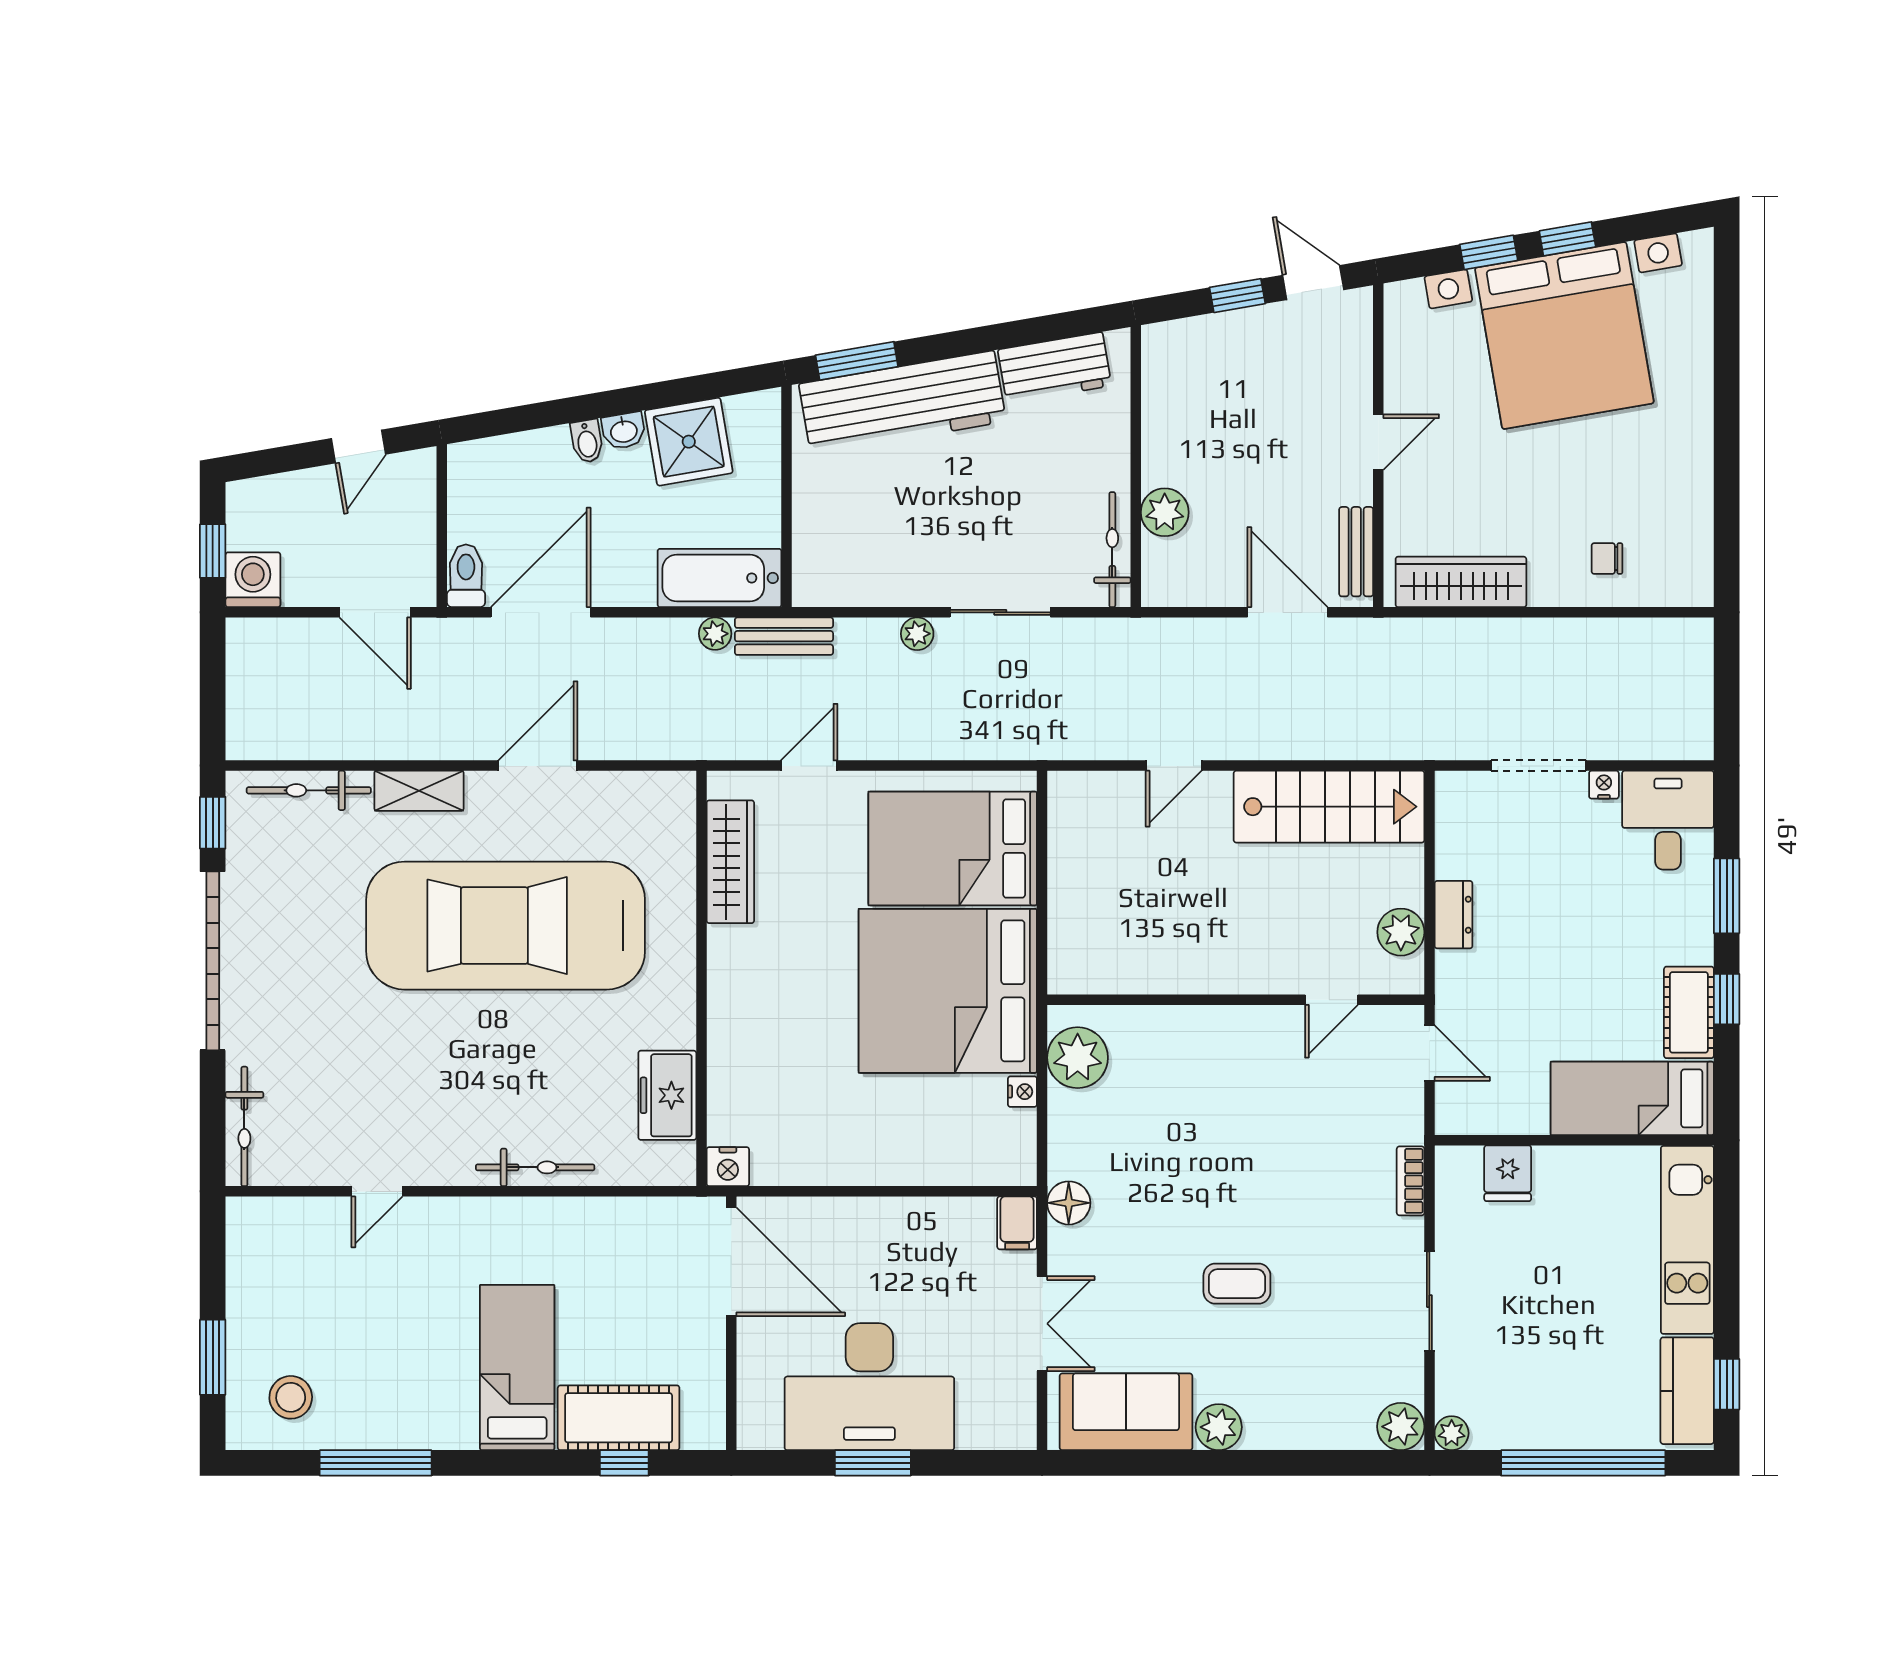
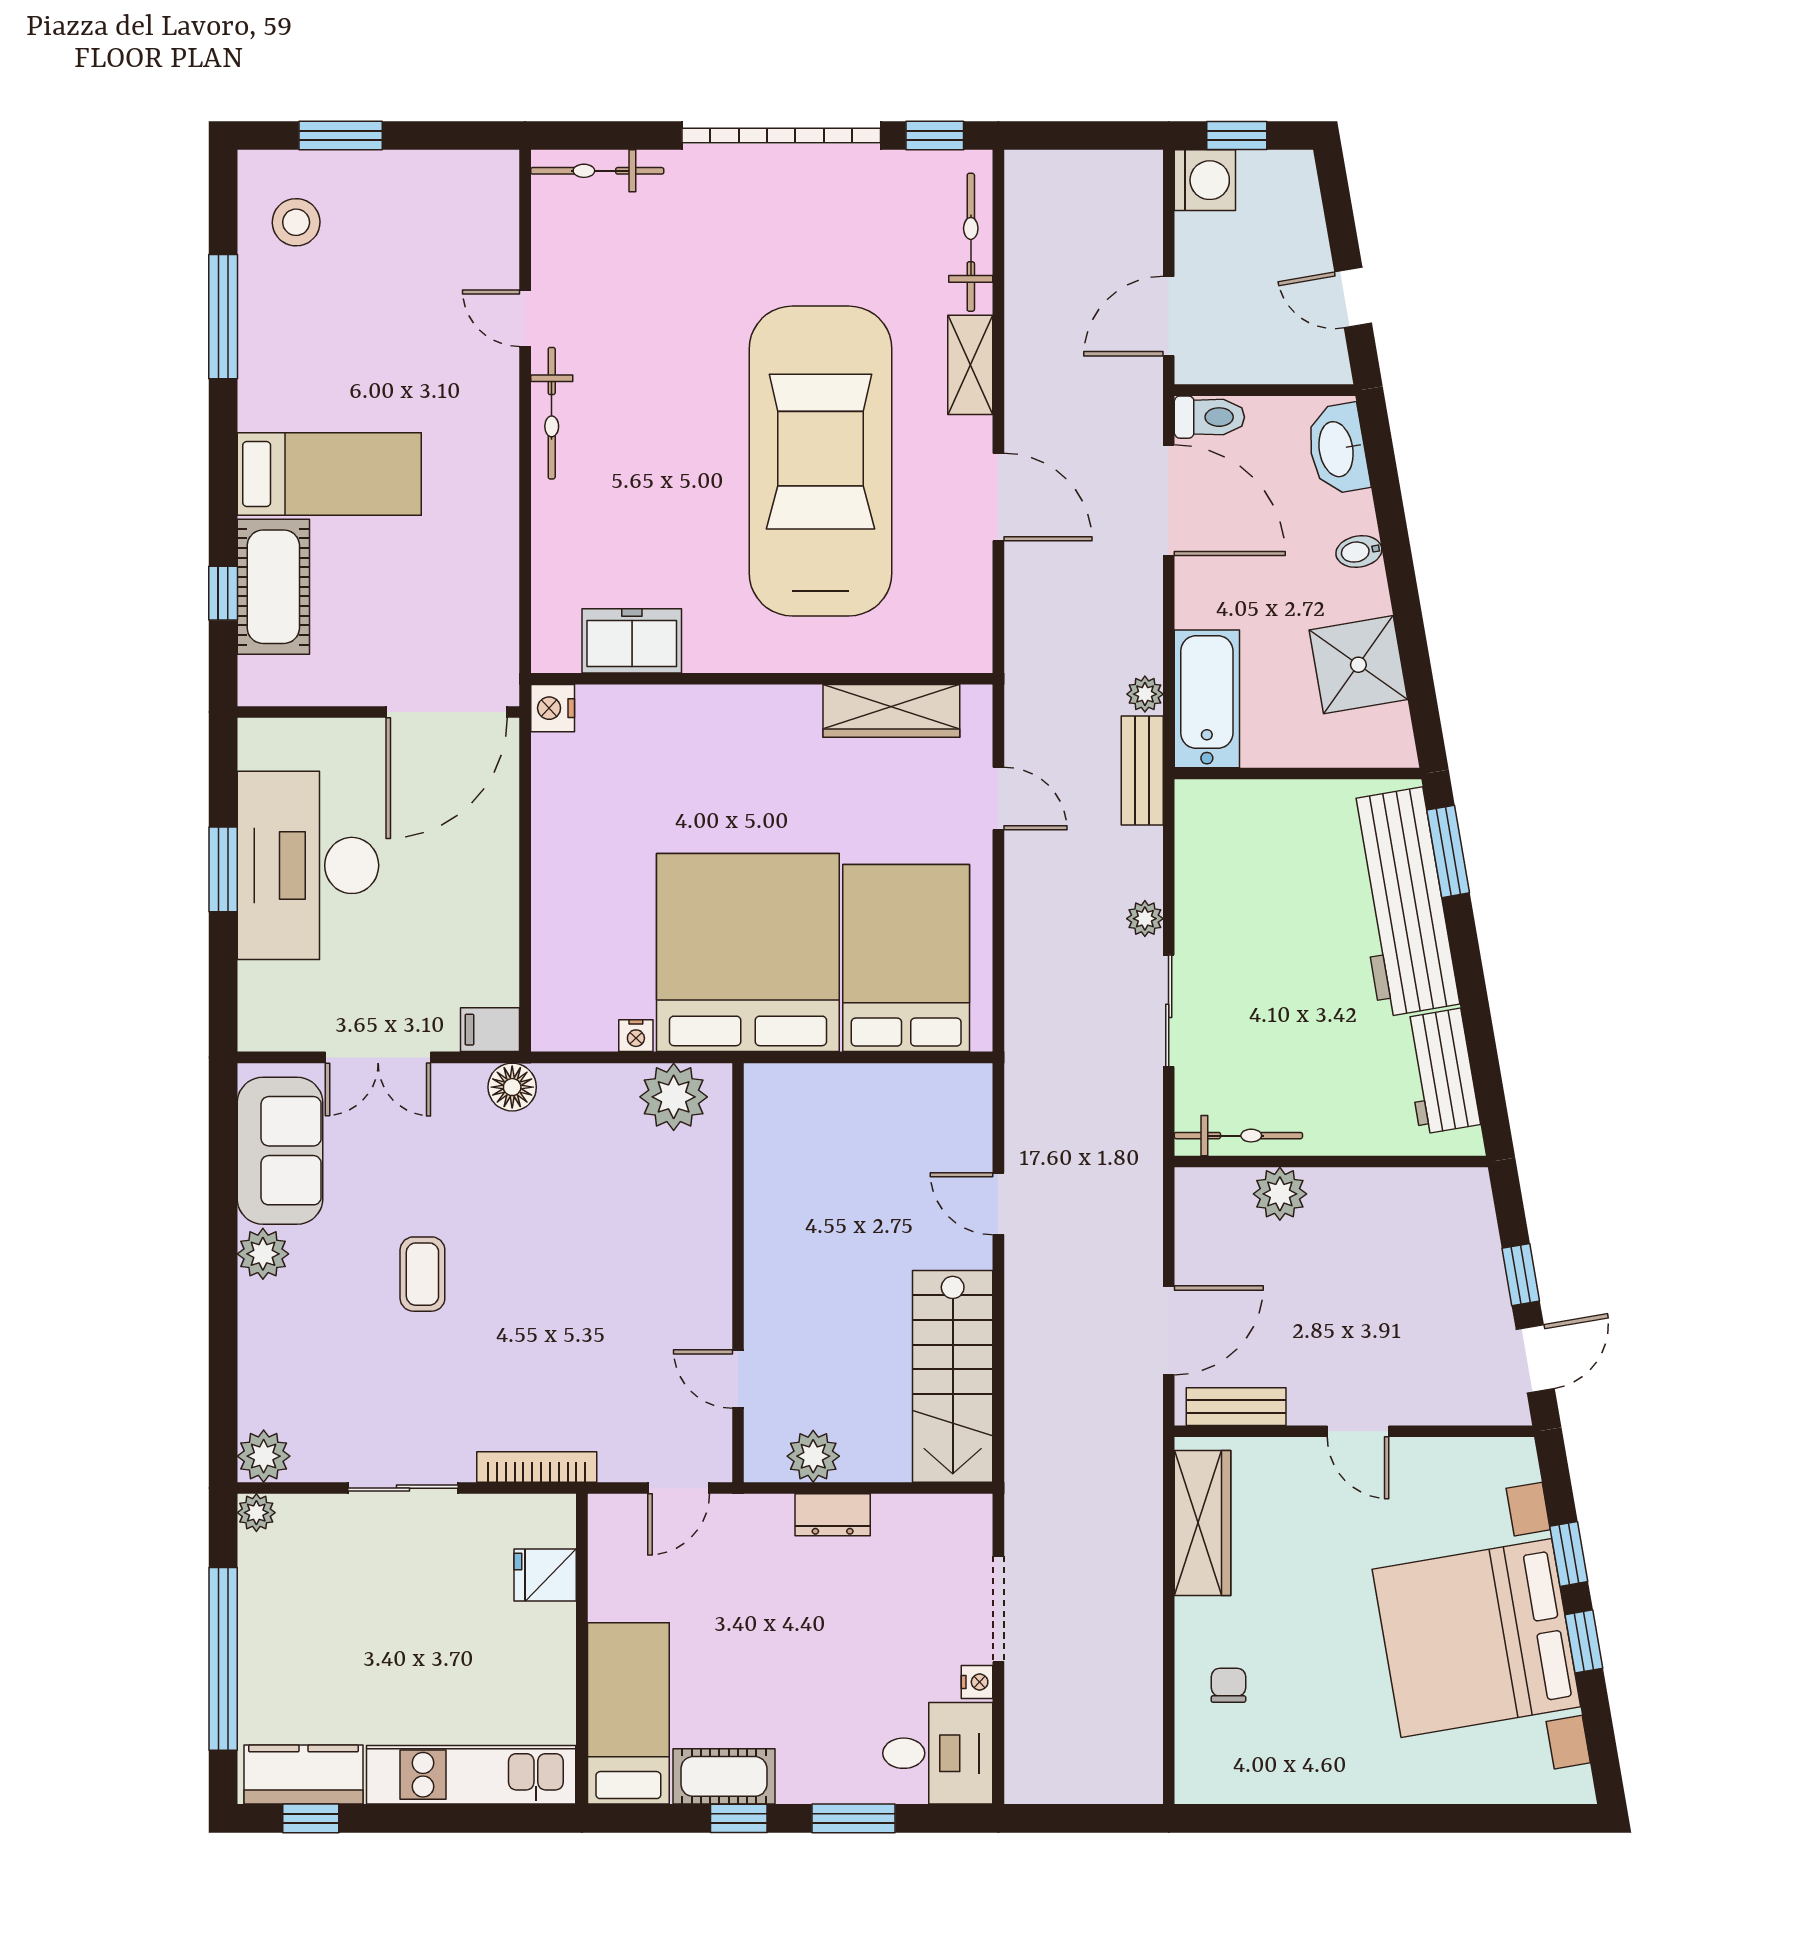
washbasin: (624, 431) -> (1338, 449), moved, width x1.91, depth x1.45
bicycle: (535, 1167) -> (552, 413), moved
bookcase: (1411, 1181) -> (537, 1467), width x1.56

